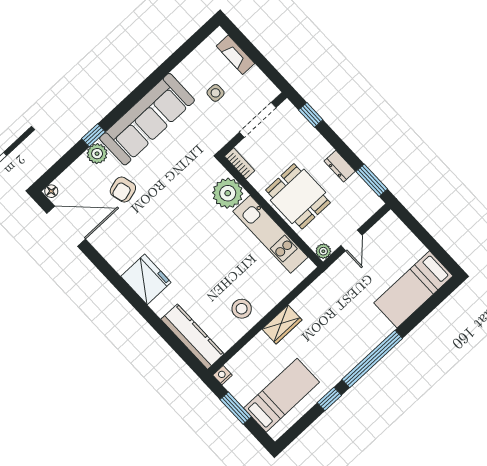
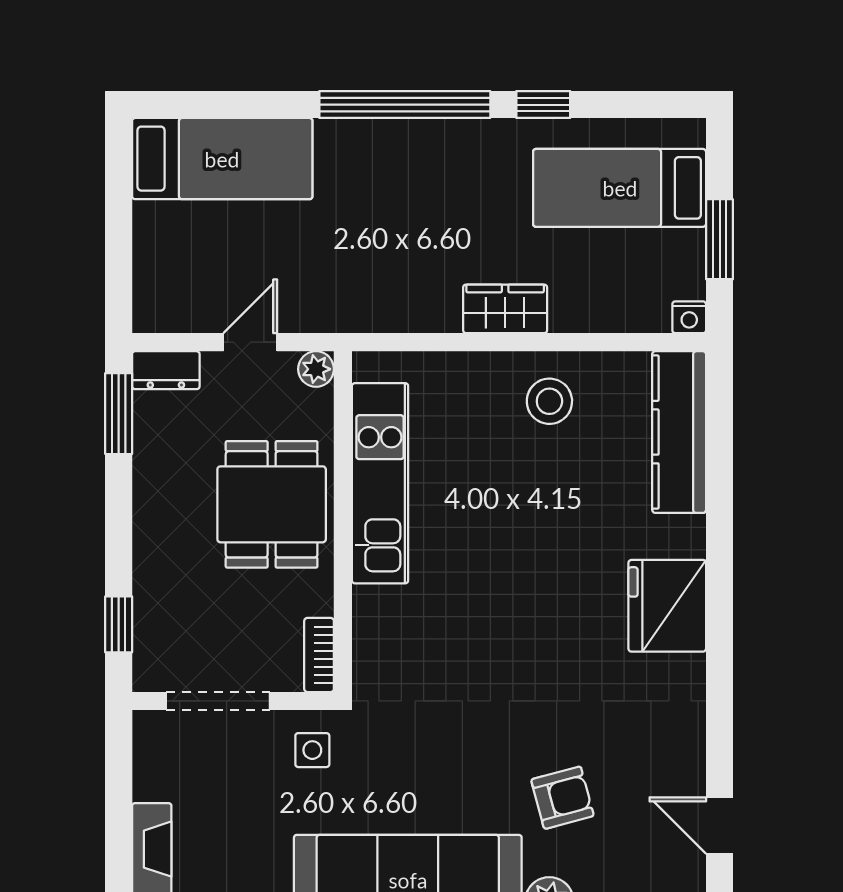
side table: (216, 93) -> (312, 750), moved
dresser: (340, 166) -> (166, 370), moved, turned 90
plant: (228, 193) -> (388, 623), removed
door: (66, 226) -> (720, 826), width x0.53

